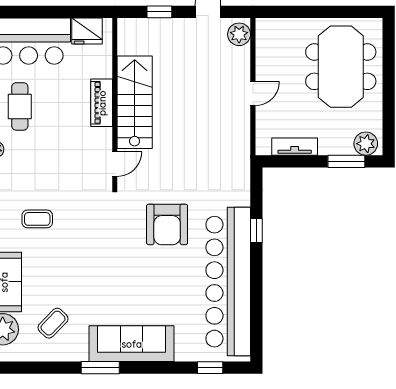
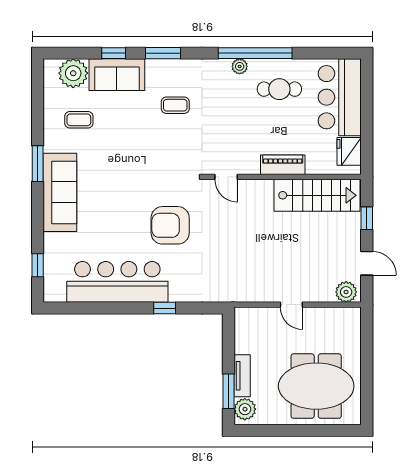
stairs: (135, 102) -> (317, 195), moved
tv unit: (295, 147) -> (242, 376), moved
coffee table: (37, 219) -> (175, 105), turned 90
bar counter: (228, 282) -> (117, 282), width x0.73
coffee table: (53, 323) -> (79, 120), turned -44

